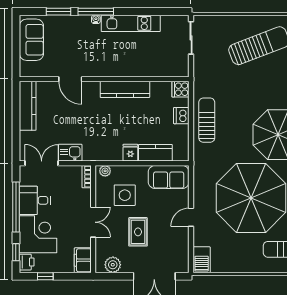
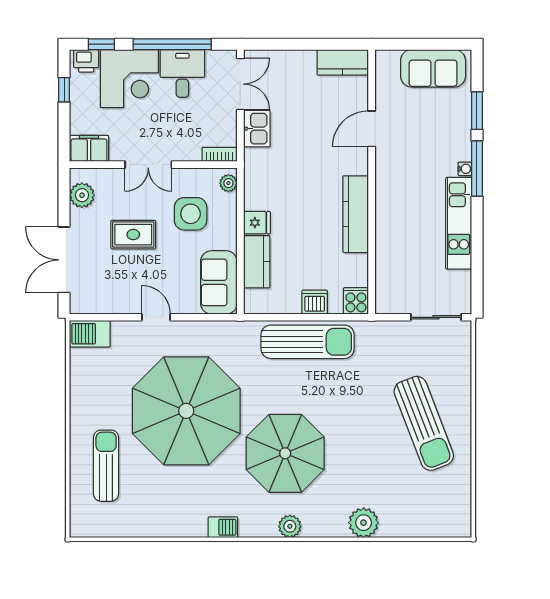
kitchen counter: (28, 106) -> (343, 62), width x0.67
sun lounger: (207, 120) -> (308, 342), width x1.36, depth x1.34

